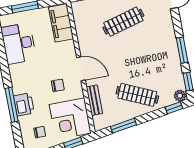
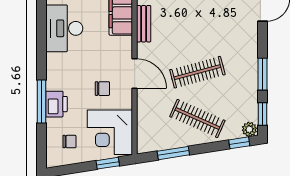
clothes rail: (123, 22) -> (197, 72), moved
bench: (94, 100) -> (144, 24), moved

